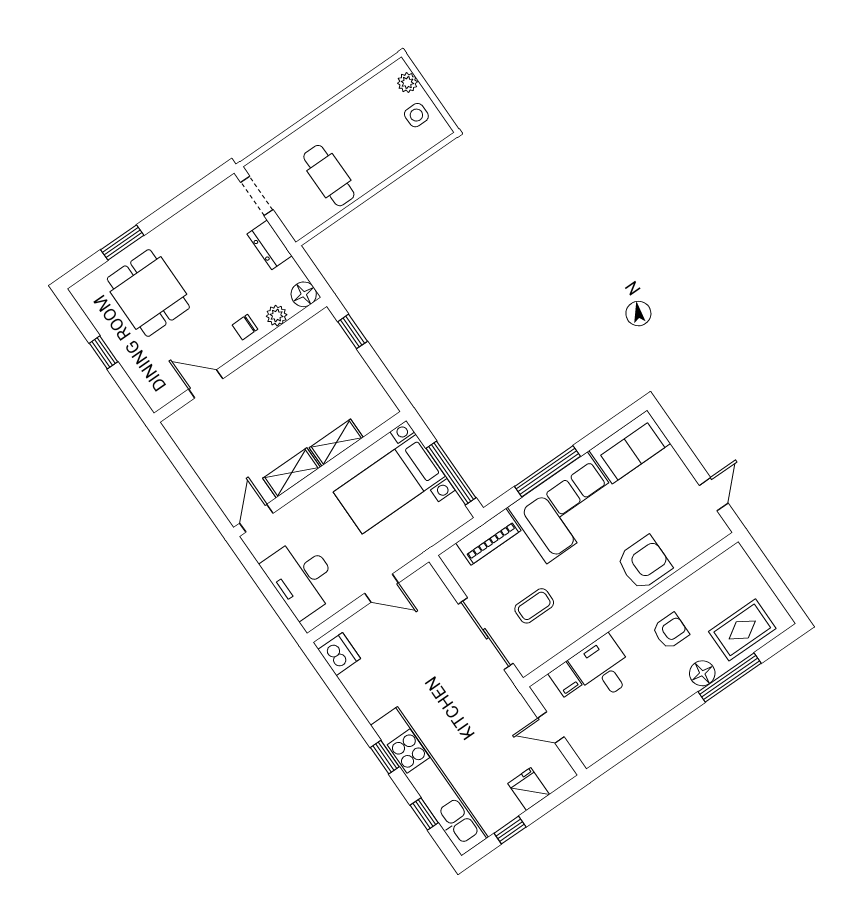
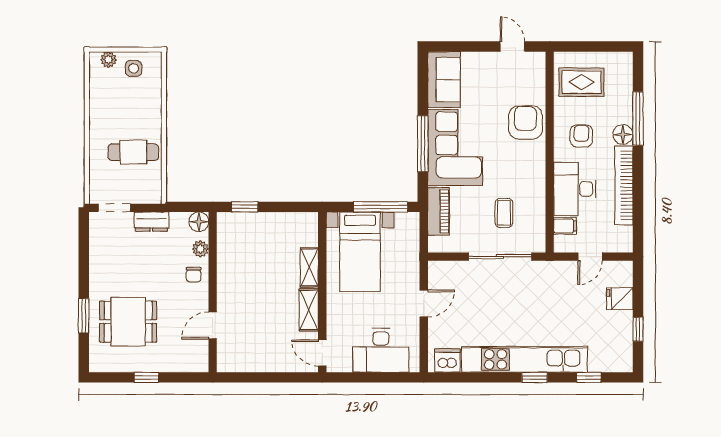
rug: (742, 630) -> (582, 82), moved, turned 90
desk: (603, 668) -> (575, 189), width x1.37
bookcase: (650, 711) -> (624, 185), added
kitchen unit: (429, 781) -> (524, 359), moved

